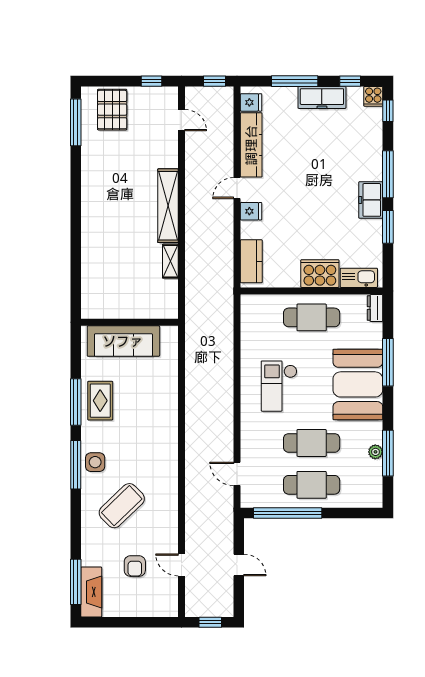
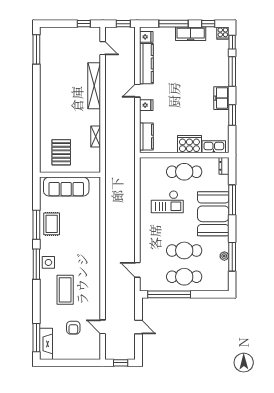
pallet: (112, 110) -> (61, 152), moved
window: (388, 174) -> (232, 71), moved
shelving: (168, 206) -> (94, 86), moved
checkout: (279, 386) -> (167, 202), moved, turned -90
coffee table: (122, 506) -> (65, 290), turned -46

